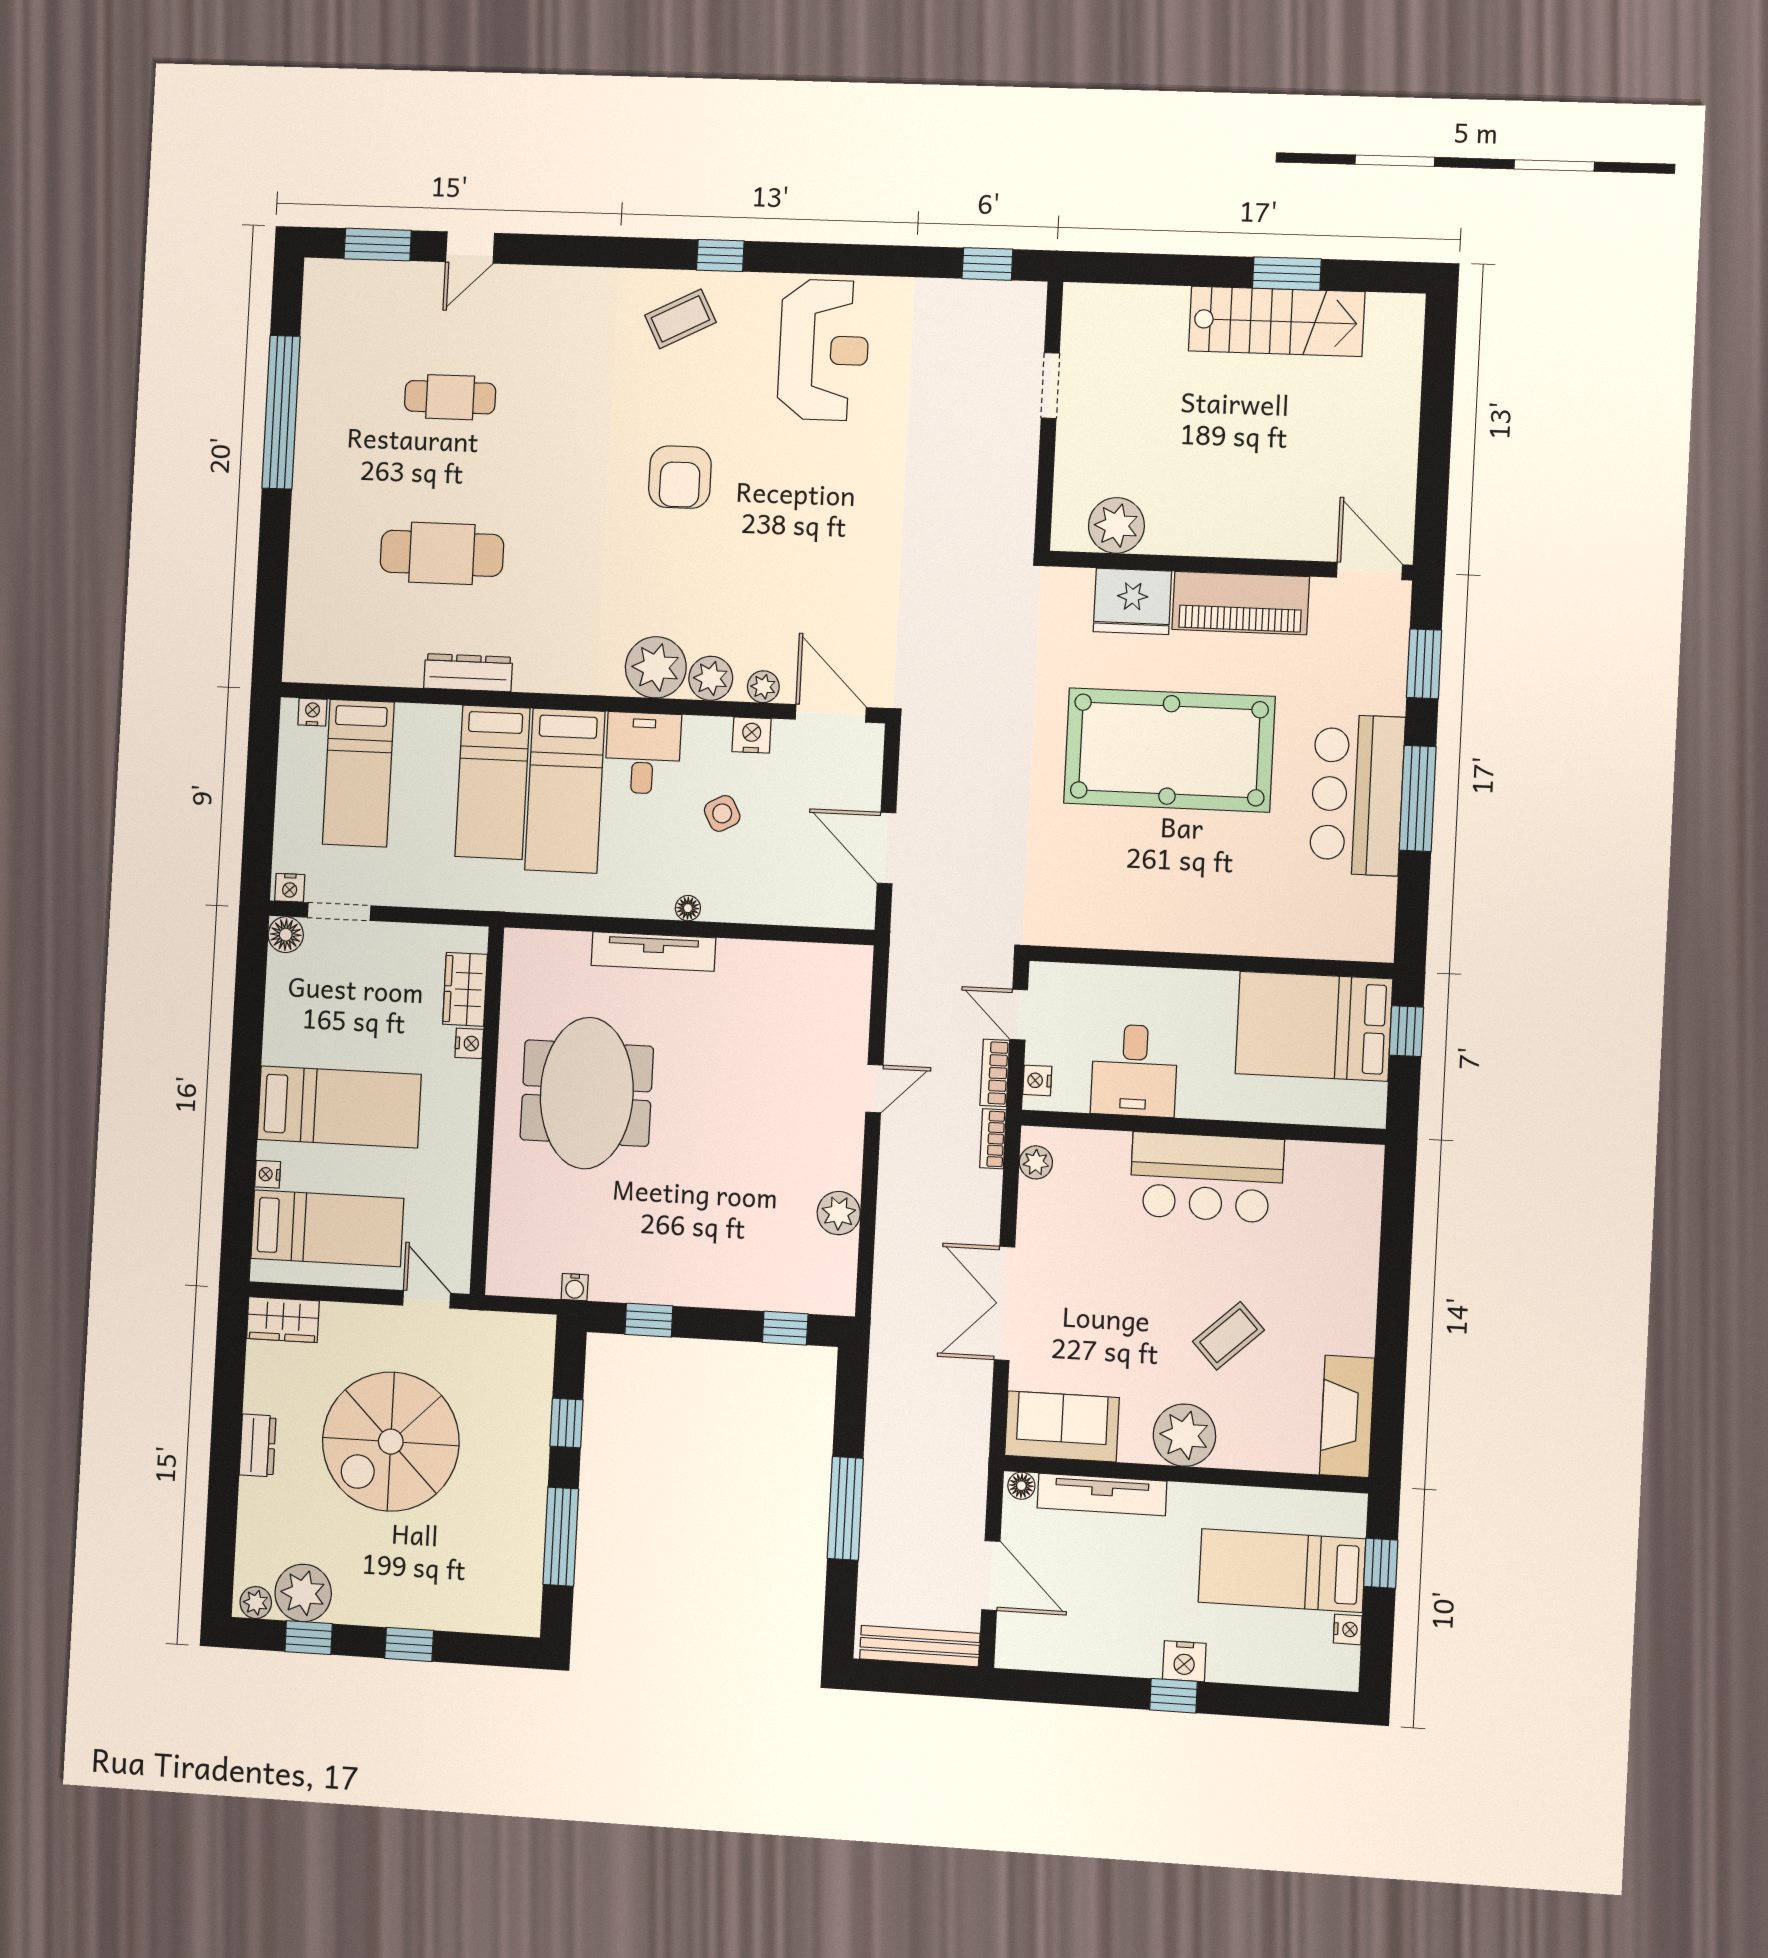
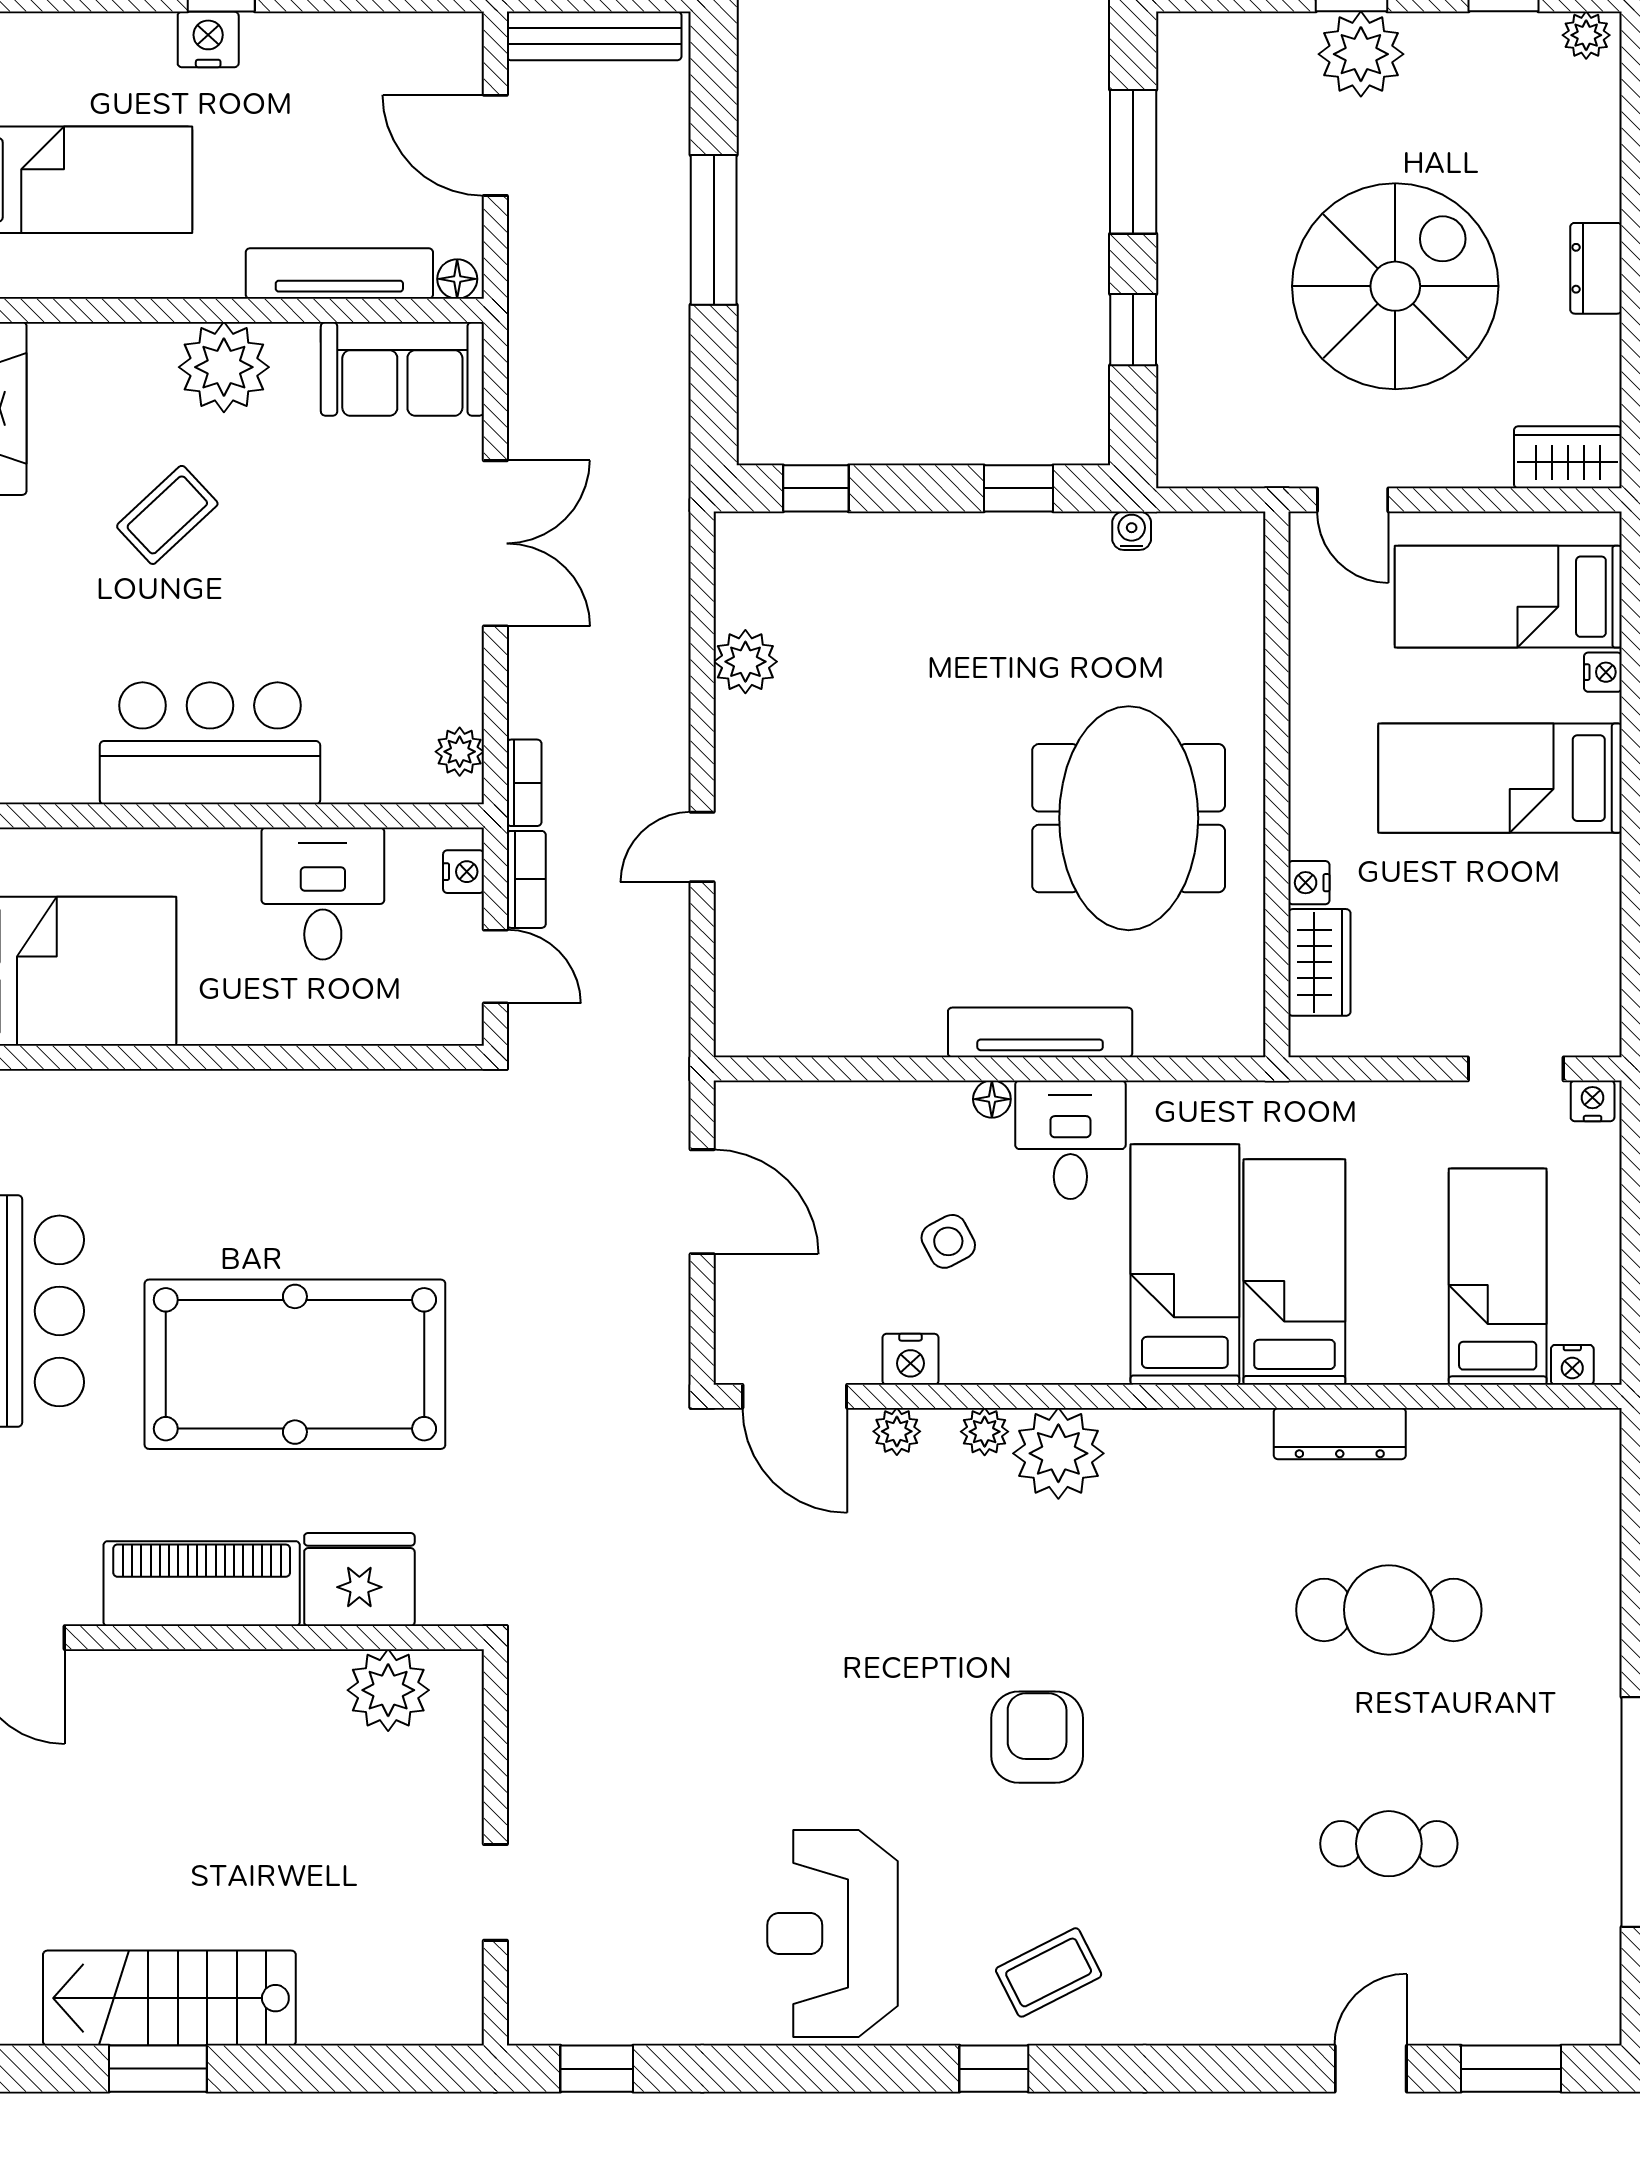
plant: (711, 678) -> (985, 1432), width x0.73, depth x0.73
desk: (643, 753) -> (1070, 1140), moved, turned 180
floor lamp: (286, 935) -> (1595, 1031), removed
plant: (303, 1593) -> (1361, 54), moved

